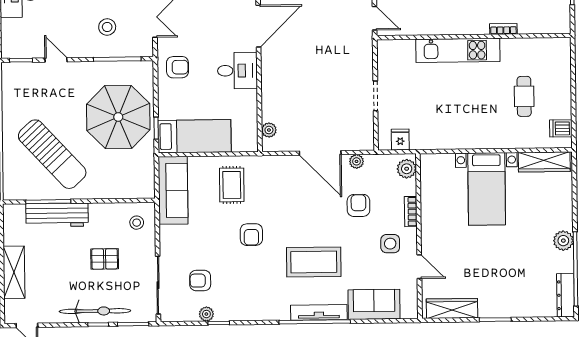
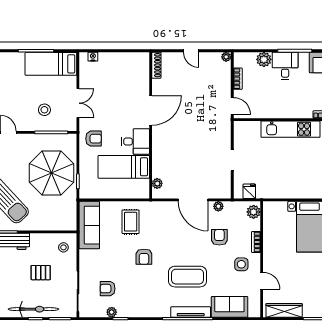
bed: (194, 136) -> (124, 167), moved, turned 180

